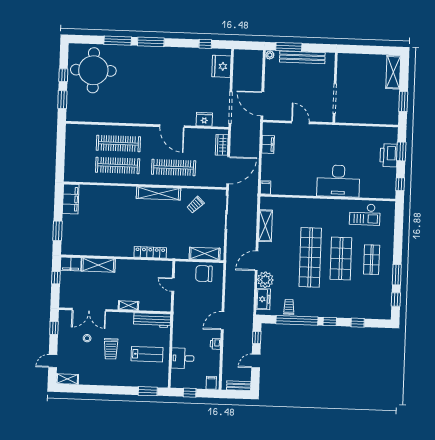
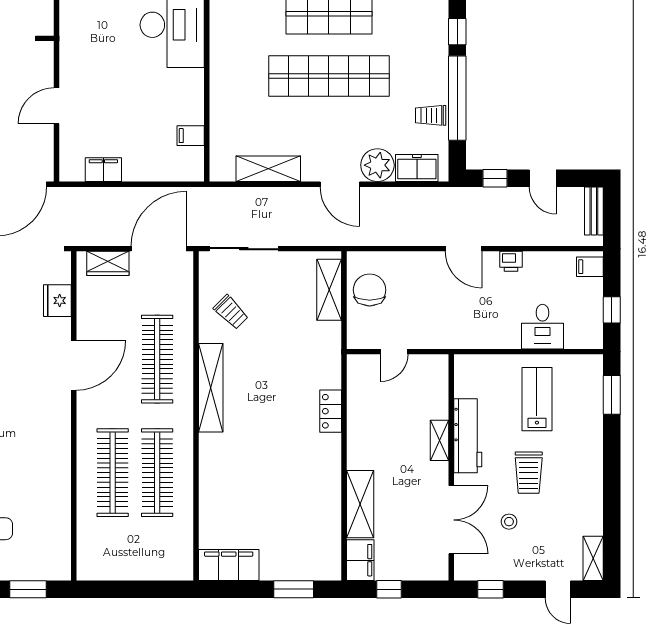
door: (228, 170) -> (159, 249), hinge flipped
filing cabinet: (266, 187) -> (191, 136), moved
locker: (150, 252) -> (331, 411), width x0.66
chair: (204, 274) -> (370, 290), turned 180
workbench: (152, 320) -> (468, 436), moved
trolley: (111, 349) -> (529, 473), turned 90

